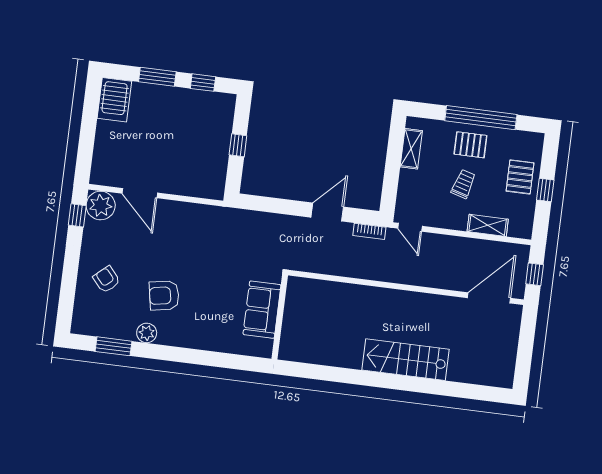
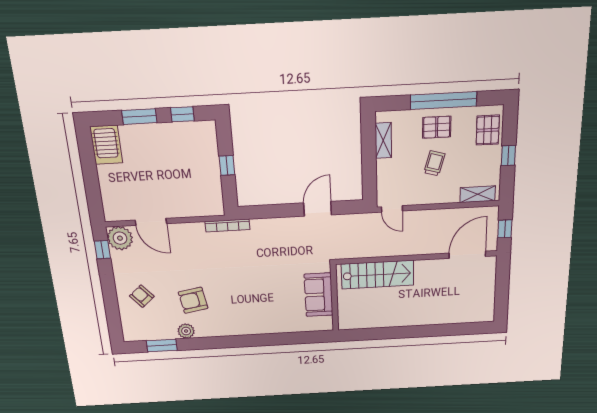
pallet: (520, 177) -> (488, 130), moved
shelving: (488, 225) -> (478, 194), moved
bookcase: (369, 231) -> (227, 226), moved, width x1.56
sofa: (262, 310) -> (319, 295), moved
wall: (280, 317) -> (334, 298), moved
stairs: (406, 360) -> (377, 275), moved, turned 180

